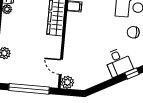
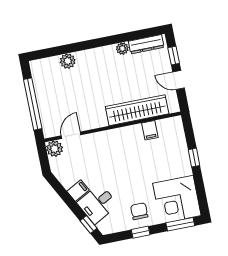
filing cabinet: (104, 74) -> (78, 191), added

